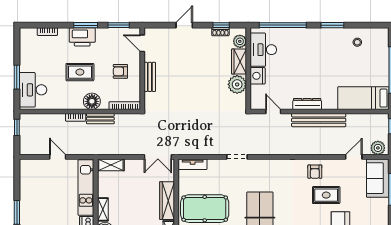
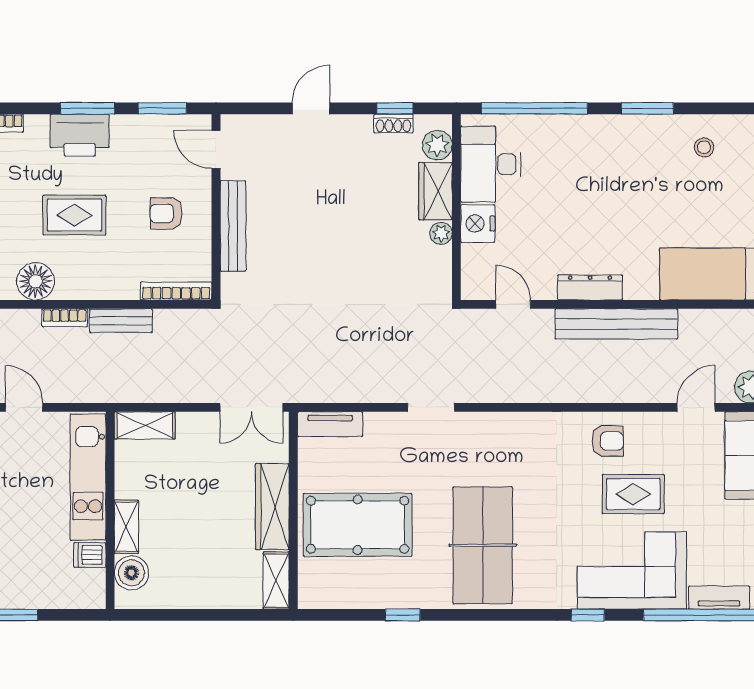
bench: (150, 77) -> (233, 226), width x1.36
plant: (237, 84) -> (441, 233), width x0.53, depth x0.53
floor lamp: (92, 101) -> (36, 281), moved
armchair: (315, 172) -> (608, 441), turned -90

